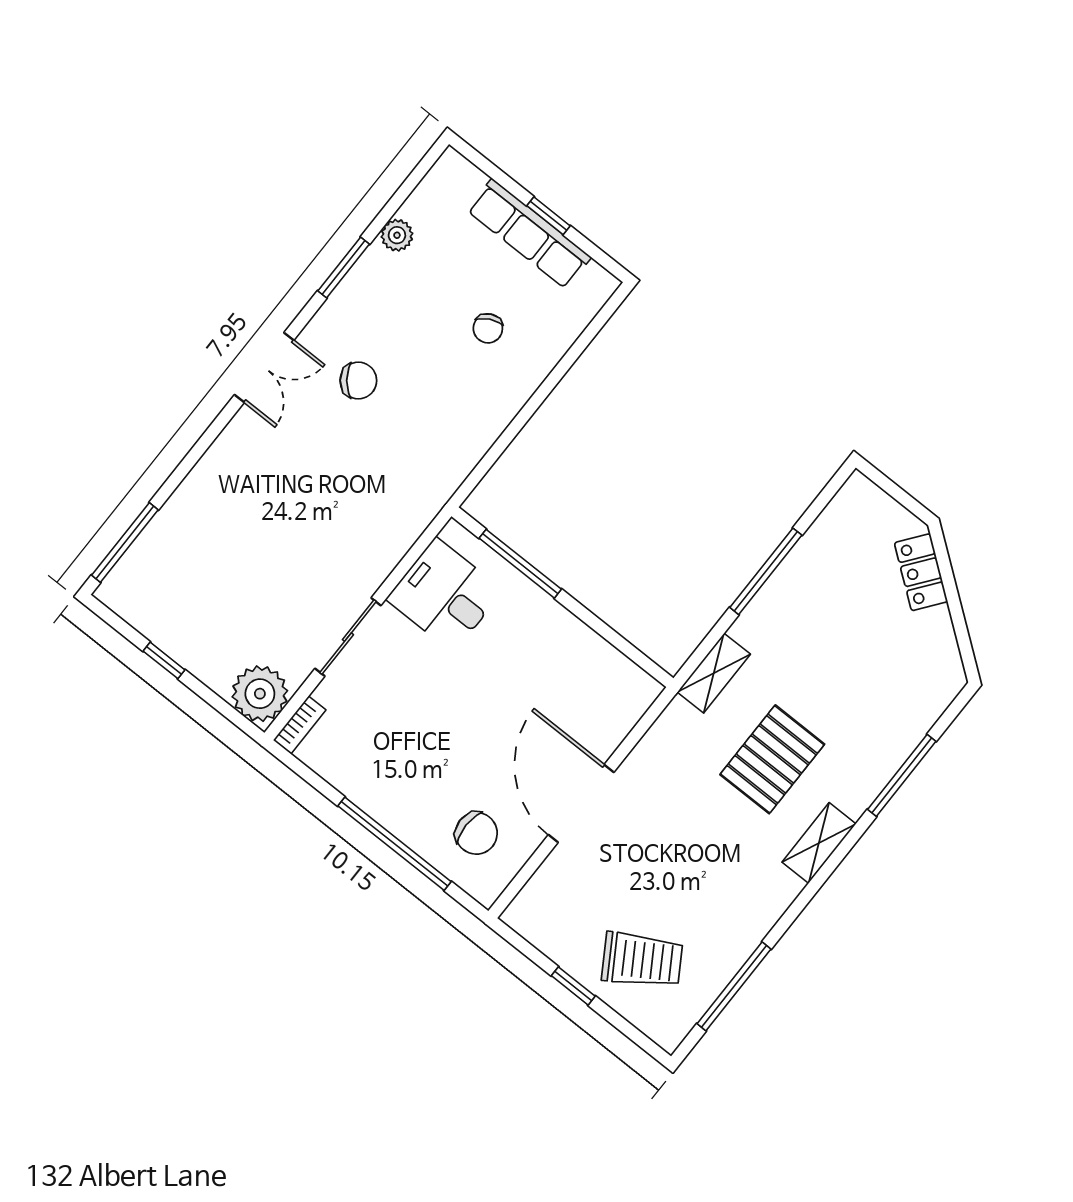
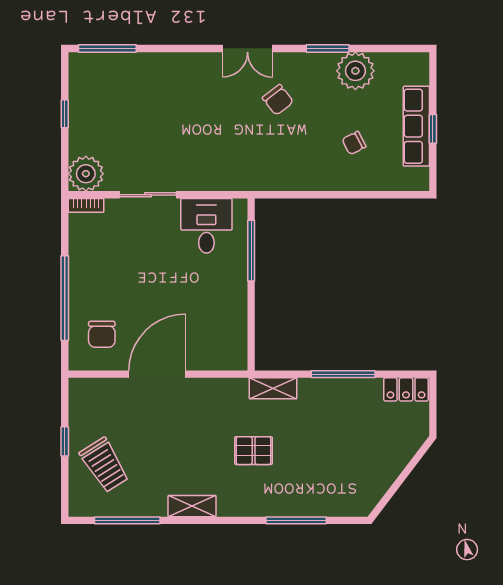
plant: (397, 235) -> (355, 71), width x1.87, depth x1.87
locker: (921, 572) -> (406, 389), moved, turned -127
pallet: (772, 759) -> (254, 451), width x0.67, depth x0.71
shelving: (819, 843) -> (192, 506), moved

